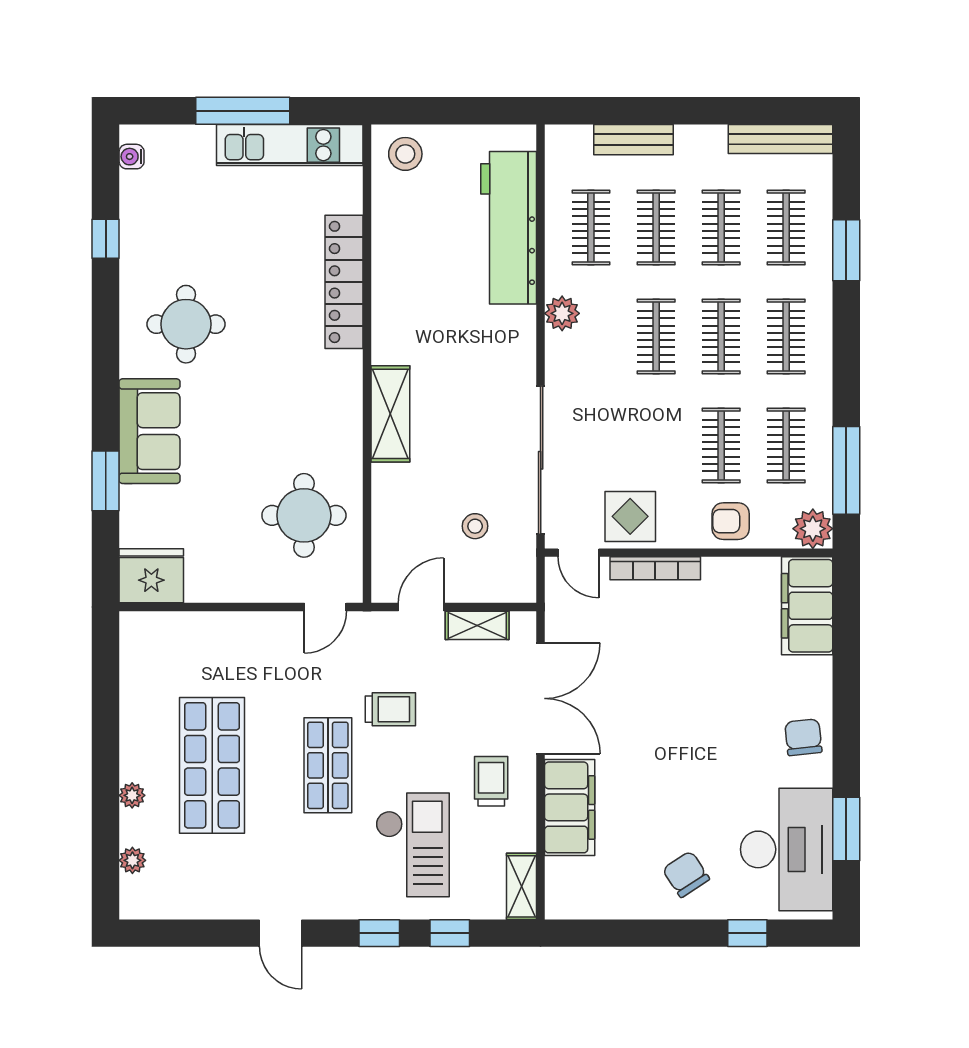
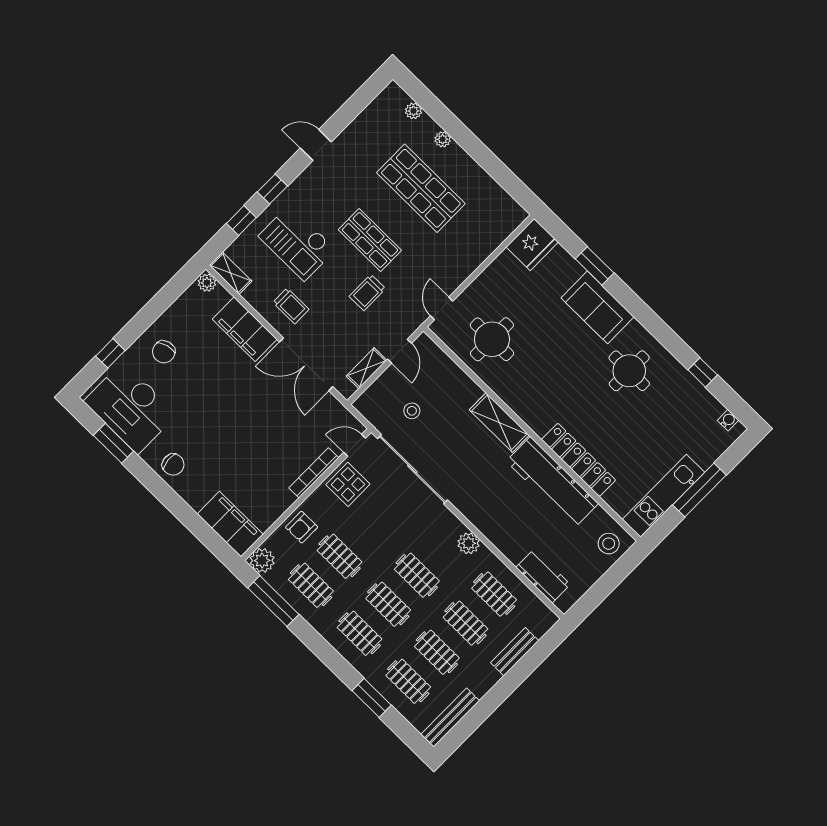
workbench: (509, 228) -> (543, 576), width x0.53, depth x0.76
workbench: (399, 287) -> (552, 482), added
armchair: (731, 521) -> (302, 527), turned 180
chair: (686, 874) -> (164, 352), turned 108
plant: (559, 902) -> (207, 283), added

